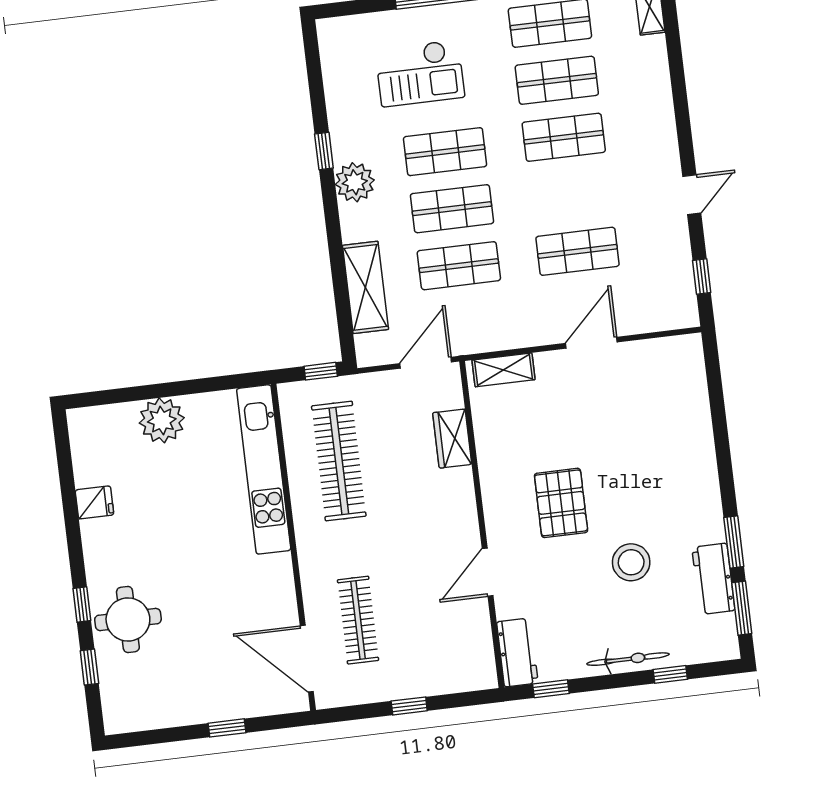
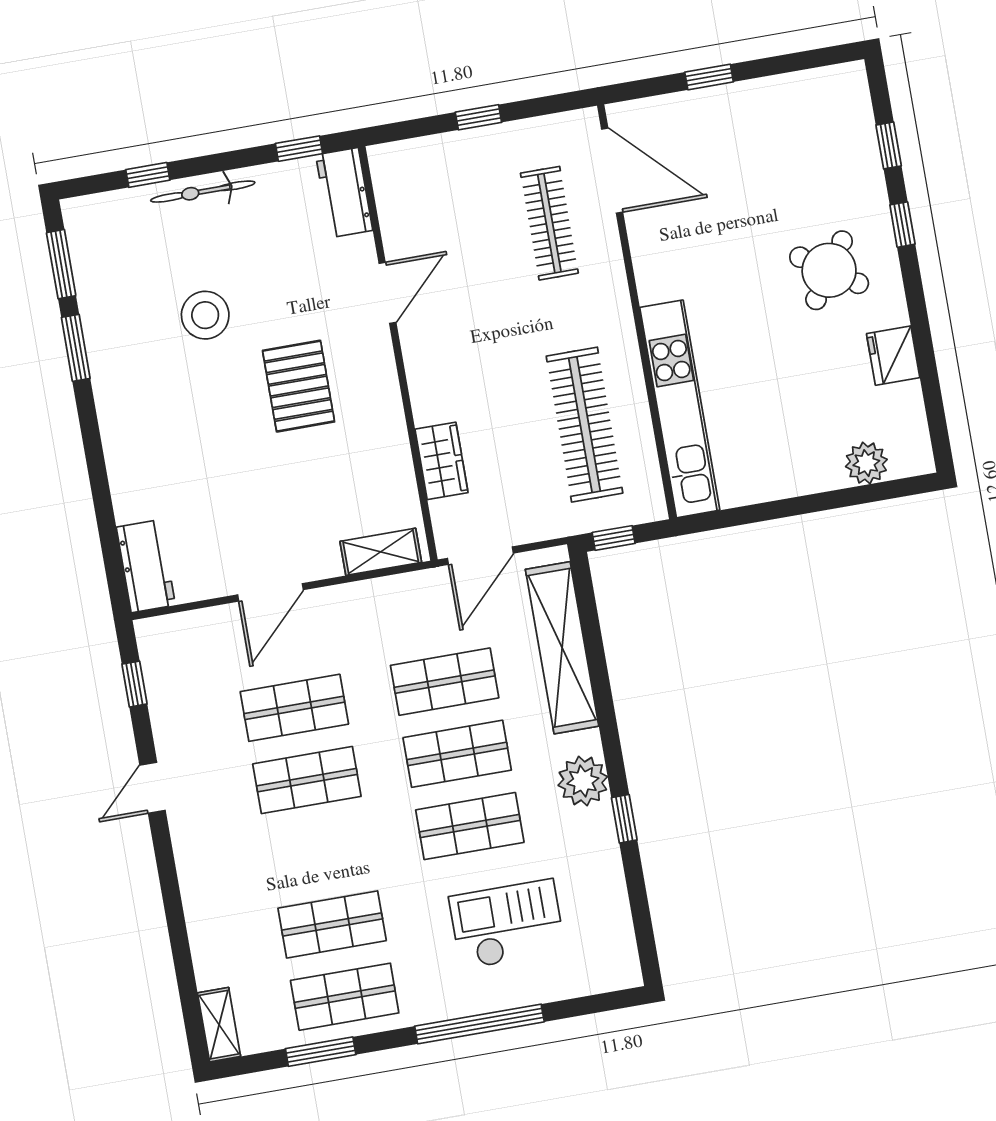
shop shelf: (564, 137) -> (307, 780), moved
shelving: (366, 287) -> (562, 648), width x1.47
plant: (162, 420) -> (866, 463), moved, width x0.73, depth x0.73
fridge: (94, 502) -> (893, 356), width x1.38
workbench: (713, 579) -> (146, 566), moved
round table: (128, 619) -> (829, 270), moved, turned 34

